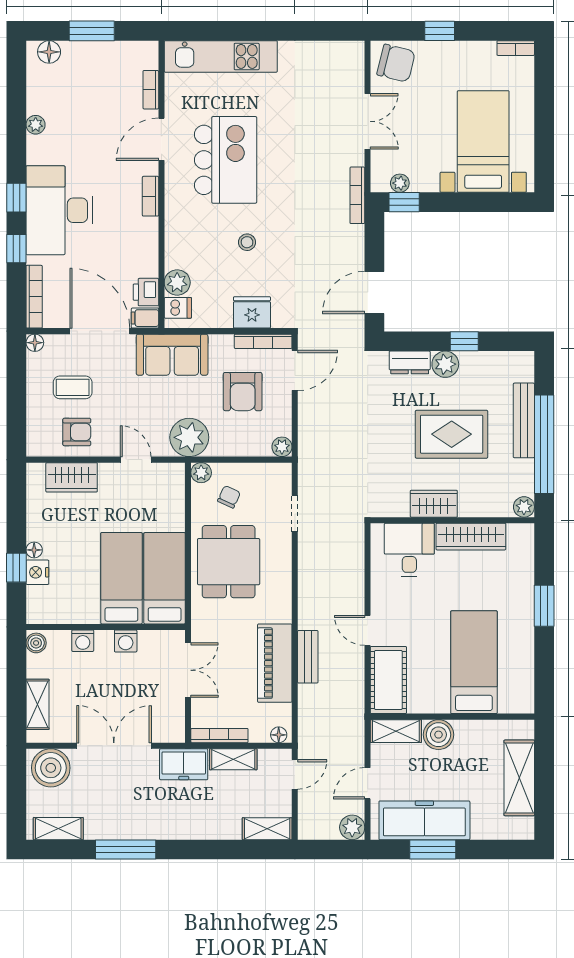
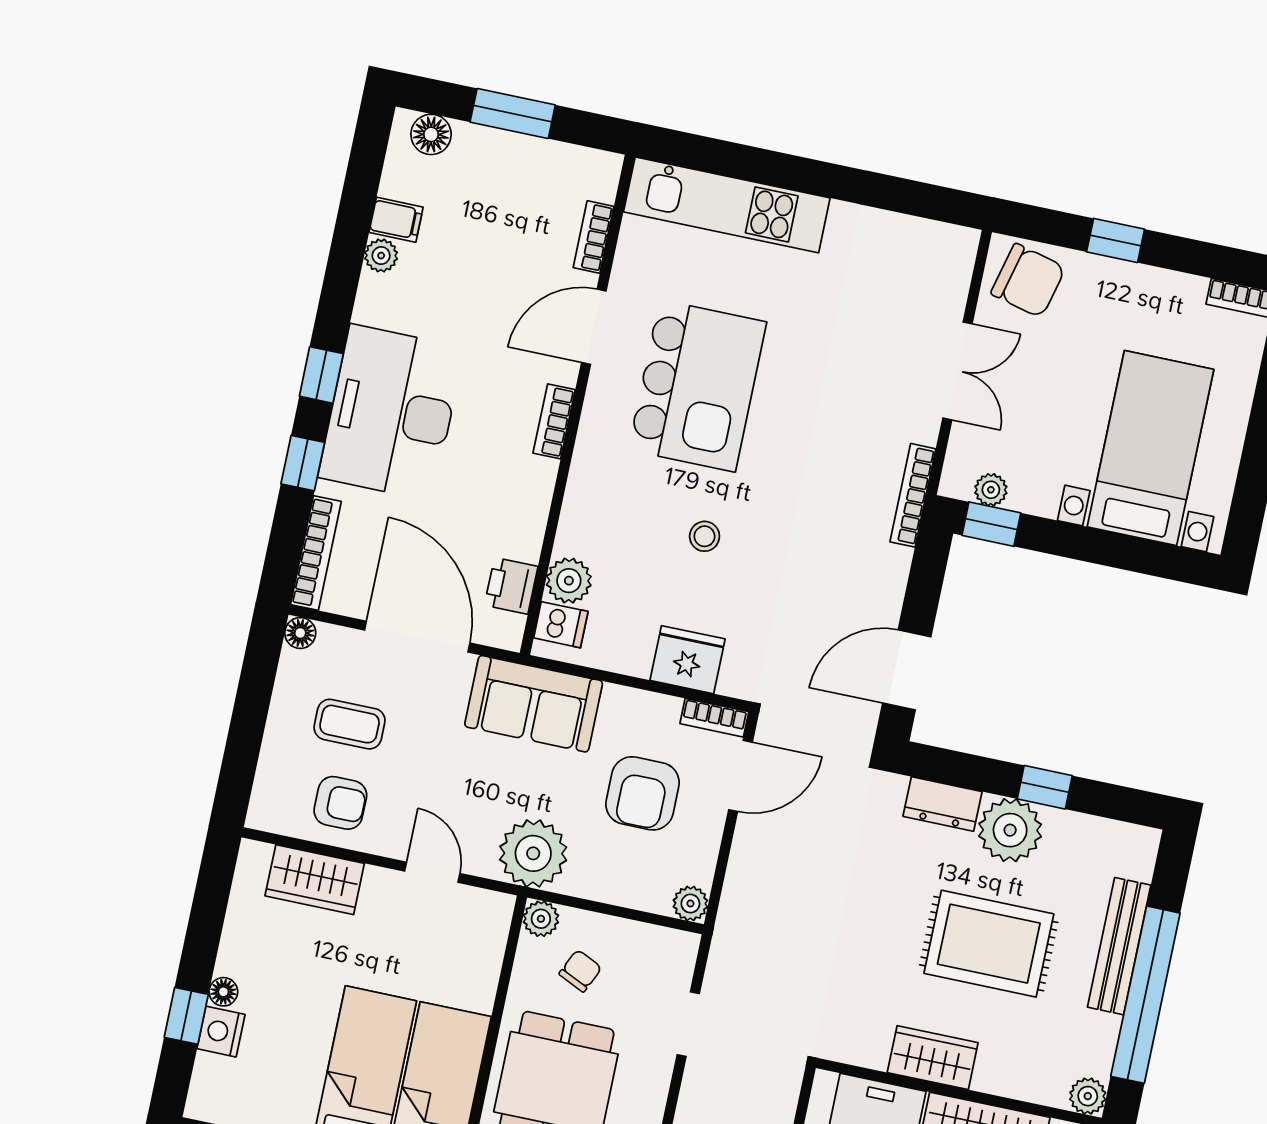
filing cabinet: (145, 318) -> (396, 220), moved, turned 180
bookcase: (263, 341) -> (714, 718), width x0.64
plant: (445, 364) -> (1010, 830), width x1.36, depth x1.36

